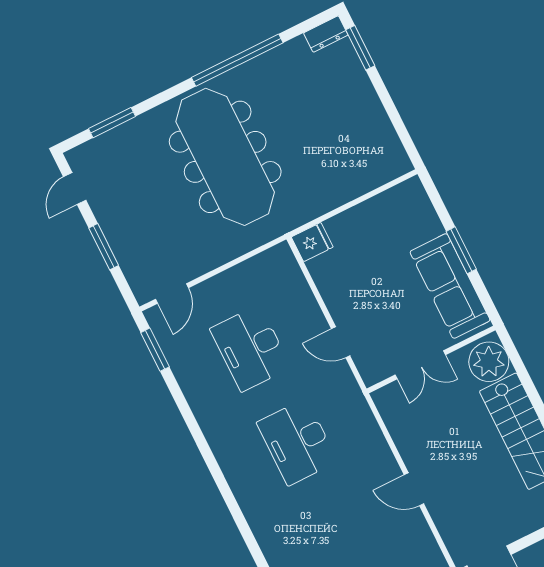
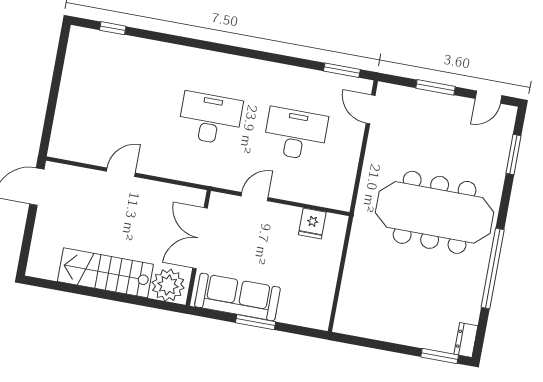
door: (75, 188) -> (488, 97), swing flipped
fridge: (312, 242) -> (312, 223), moved
double door: (420, 365) -> (200, 238), width x1.37

